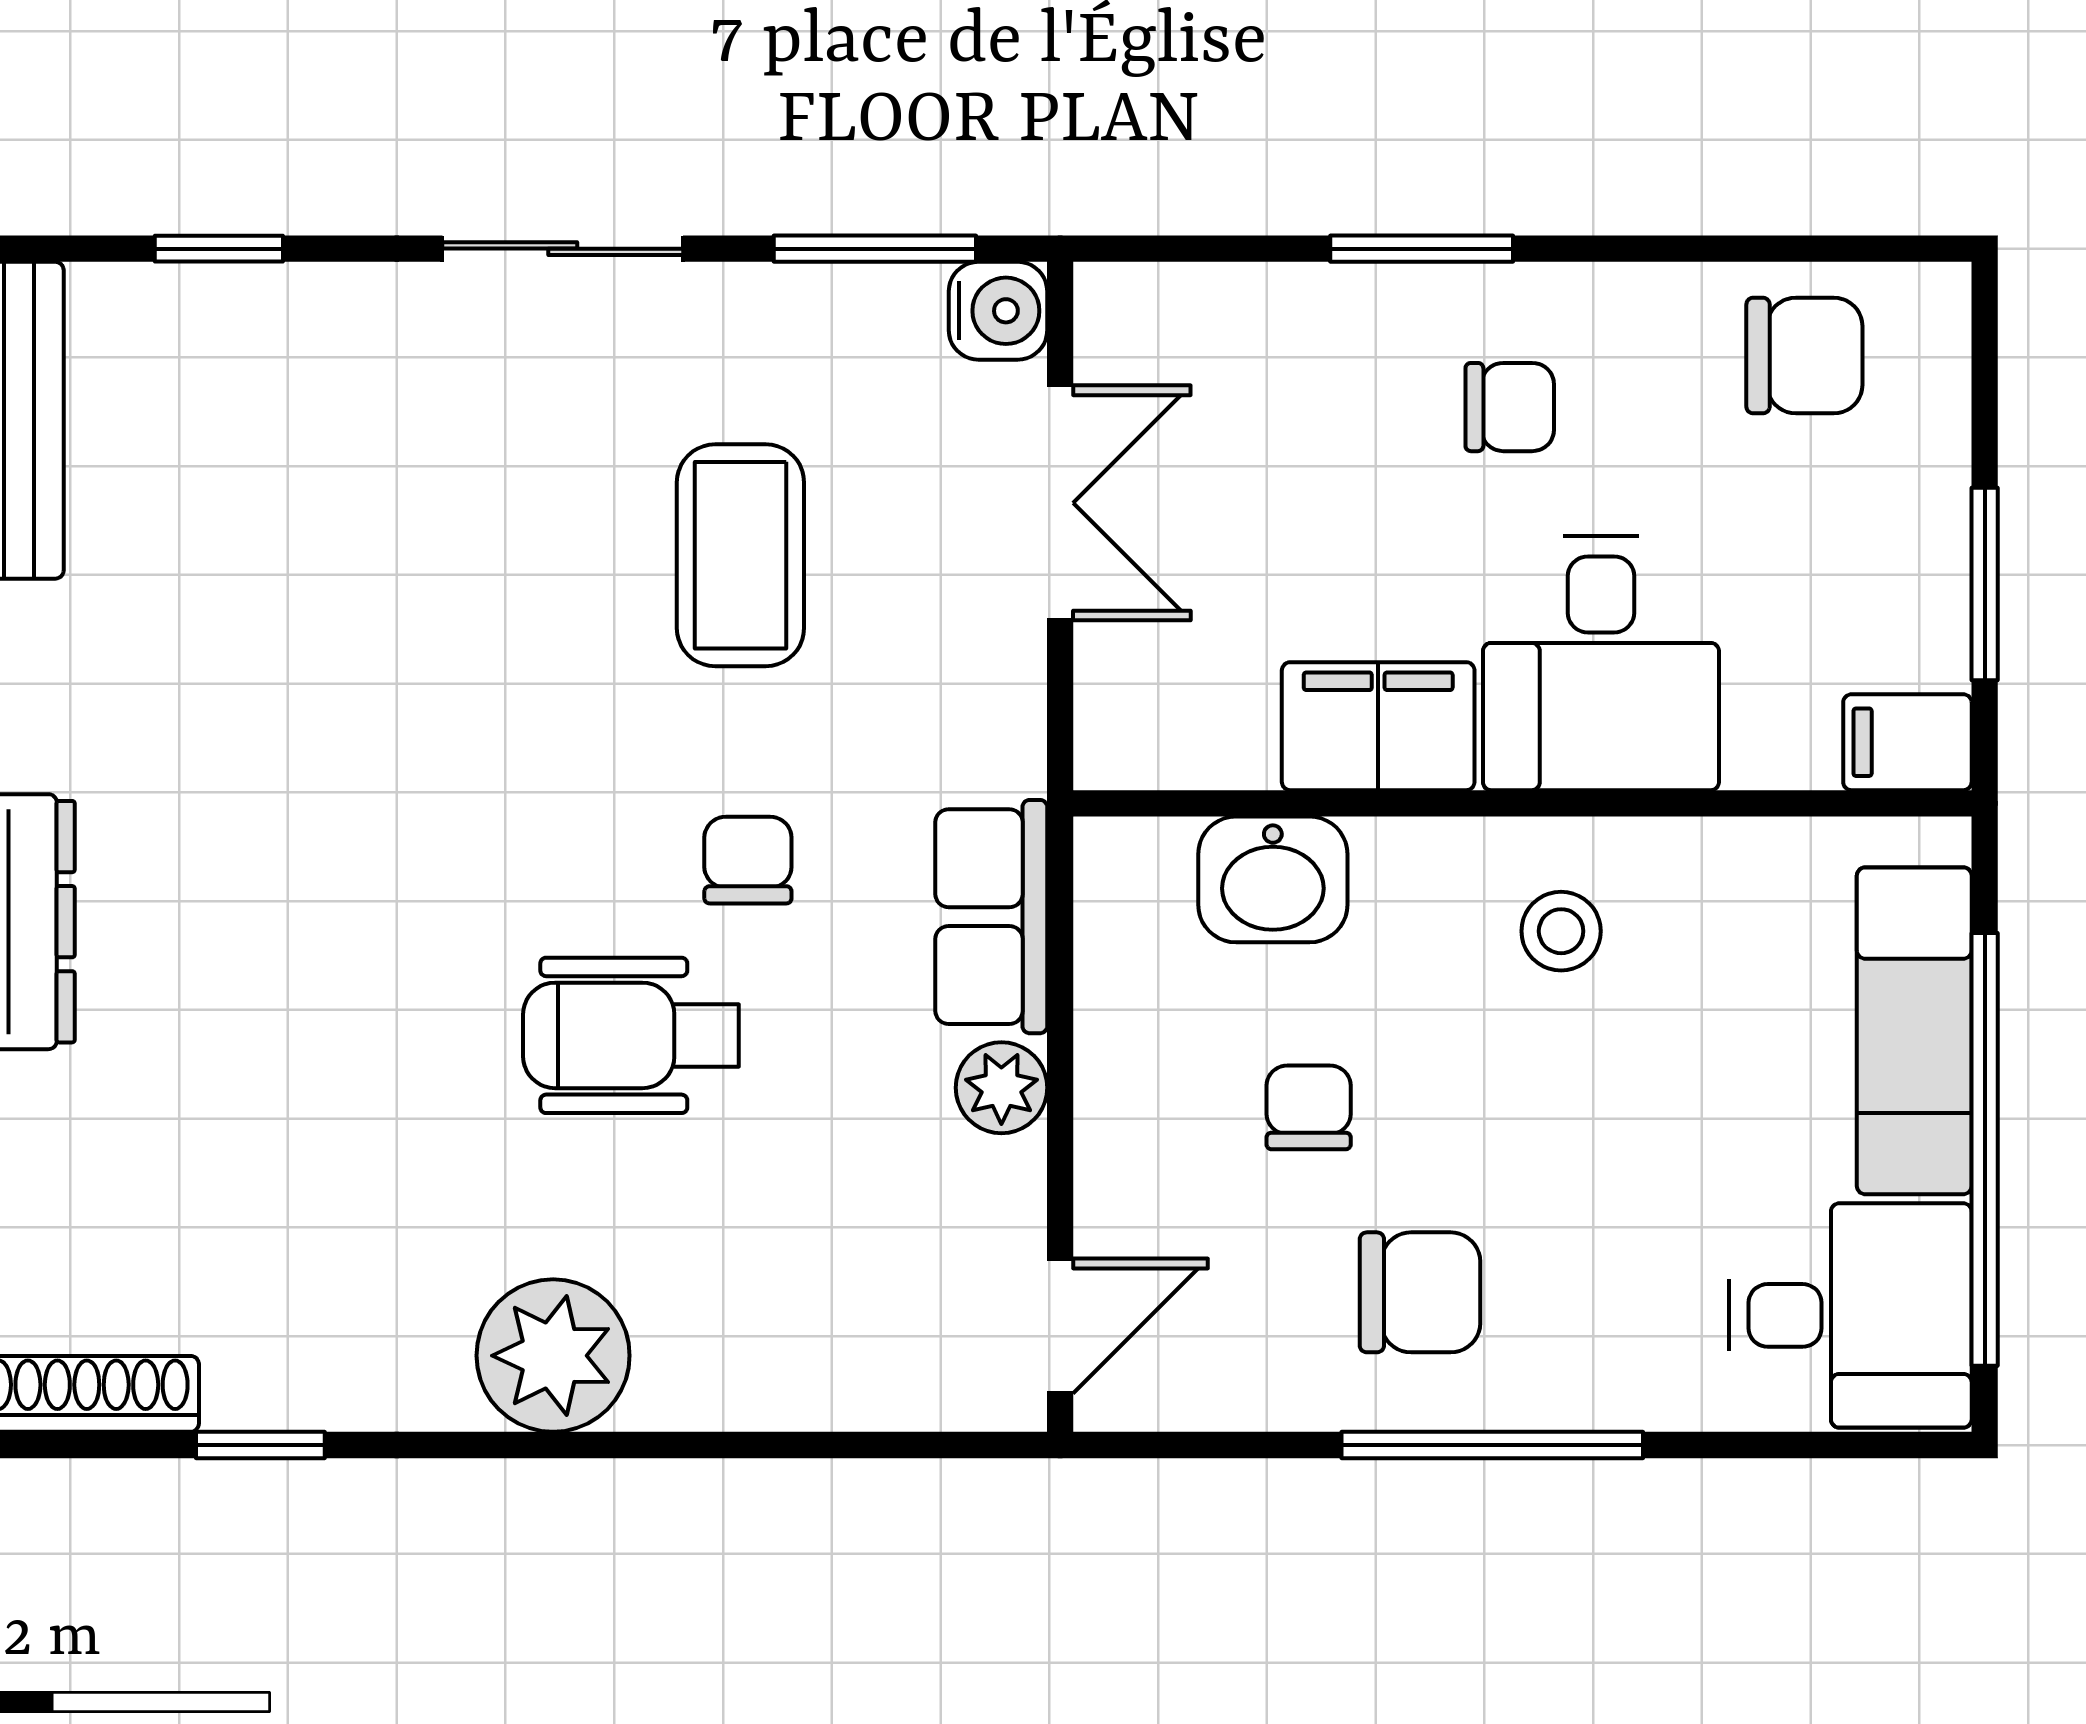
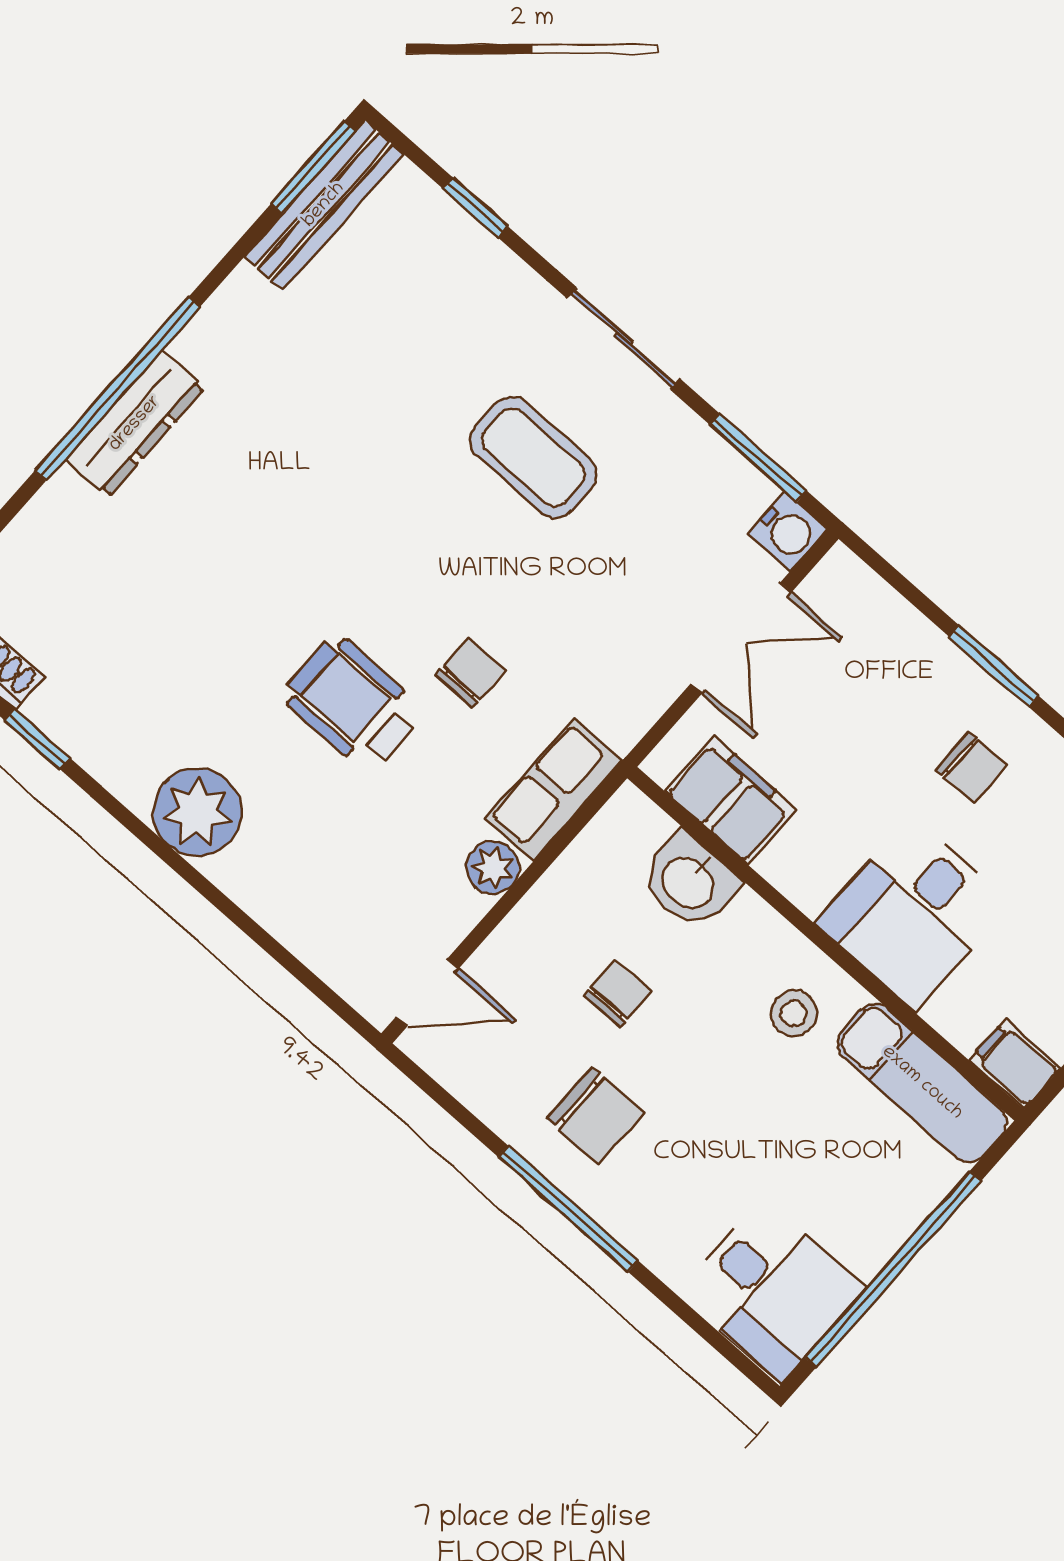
coffee table: (740, 555) -> (533, 457), moved, turned 90
filing cabinet: (1378, 726) -> (730, 800), moved
exam couch: (1914, 1031) -> (922, 1083), moved, turned -90

